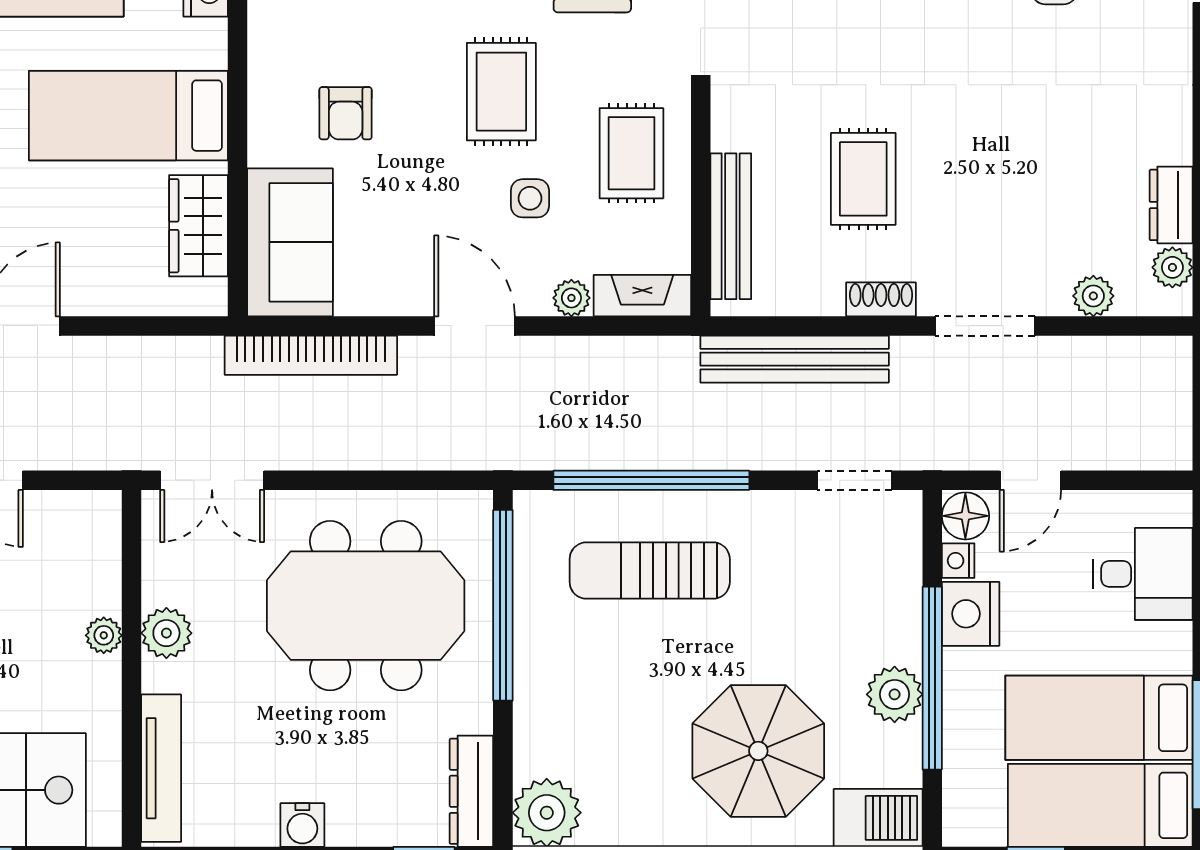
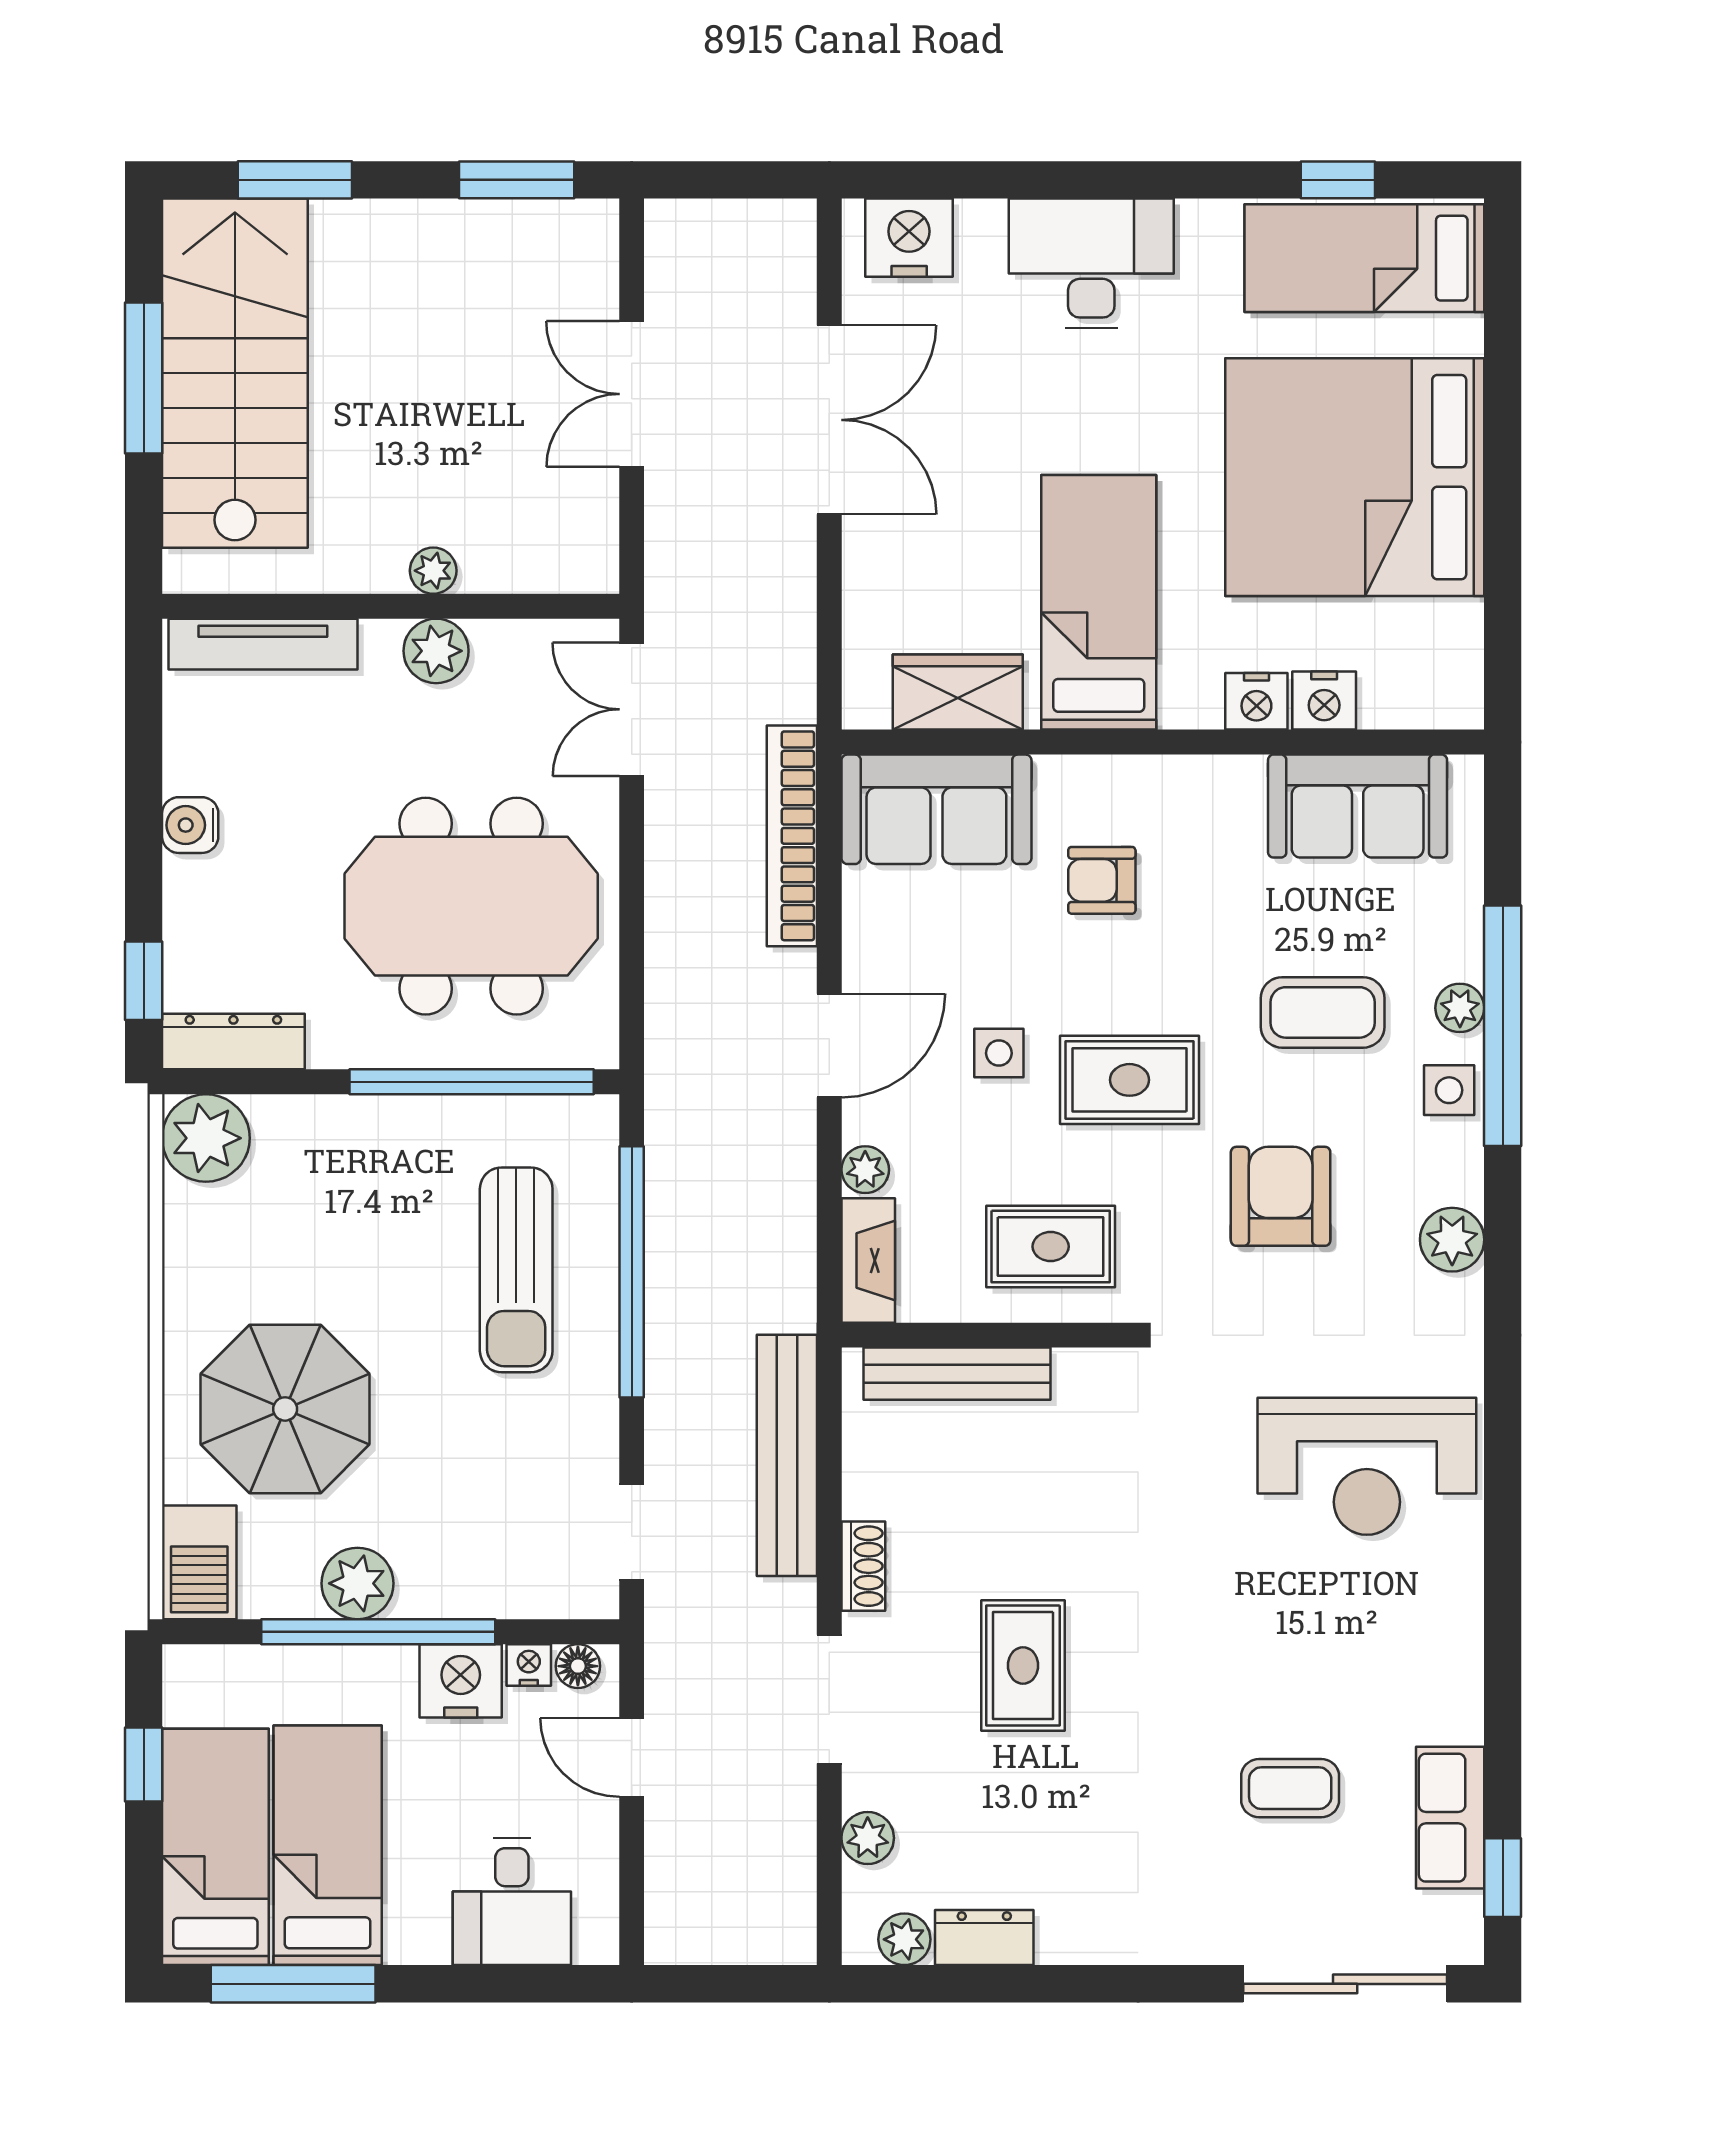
rug: (863, 179) -> (1023, 1665), moved, turned 90
side table: (530, 198) -> (999, 1053), moved
floor lamp: (965, 516) -> (578, 1666), width x0.73, depth x0.73
sun lounger: (650, 571) -> (516, 1270), turned 180
meeting table: (366, 606) -> (471, 906), turned 90

